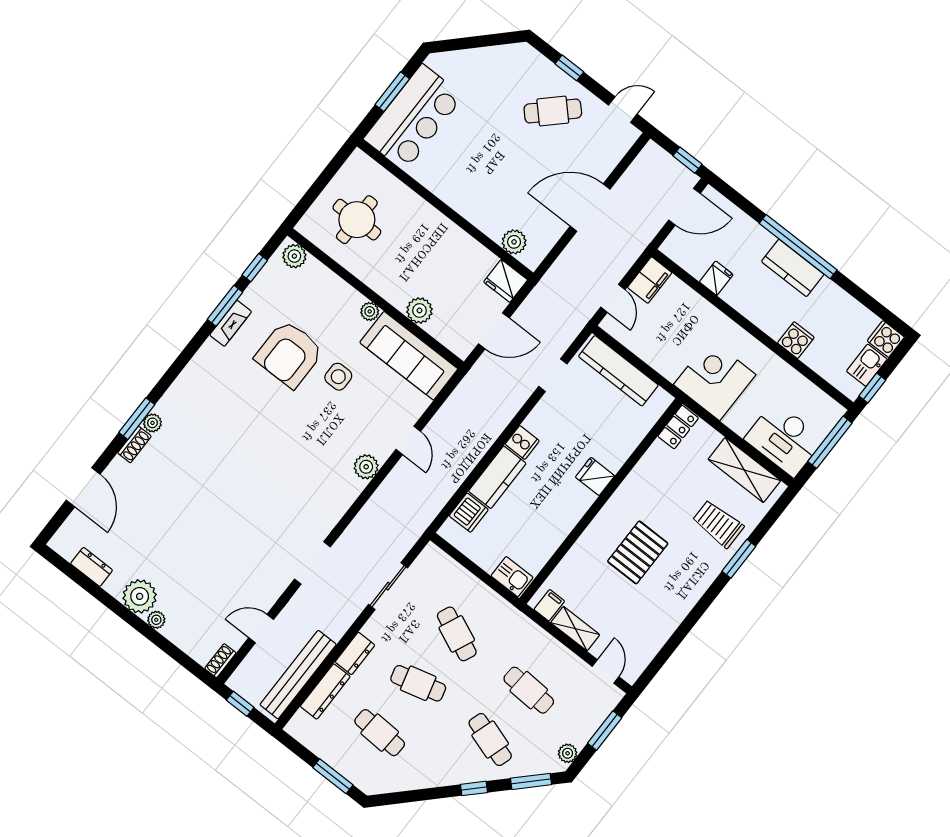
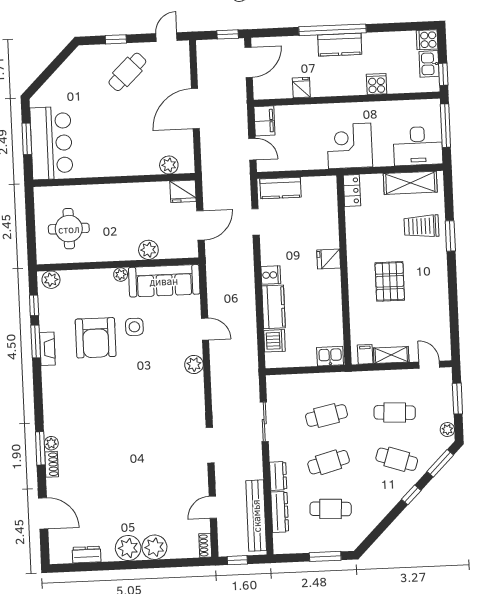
kitchen counter: (618, 371) -> (281, 188), width x0.67
plant: (156, 620) -> (154, 547), width x1.88, depth x1.88
cafe table: (457, 634) -> (326, 415), turned -36

